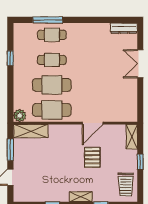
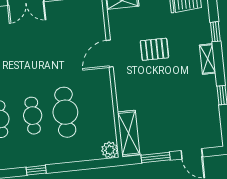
cafe table: (52, 110) -> (98, 109), removed
door: (93, 123) -> (110, 54), swing flipped

